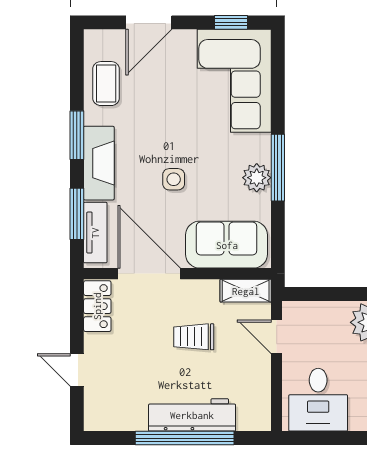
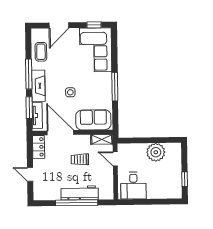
window: (77, 135) -> (29, 74), width x1.44
plant: (257, 178) -> (106, 91), removed

